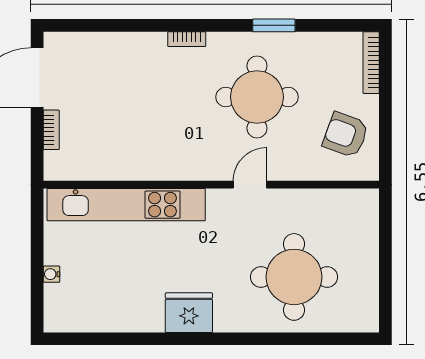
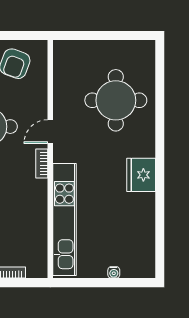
bookcase: (205, 173) -> (42, 164), added
door: (250, 185) -> (50, 132), hinge flipped

